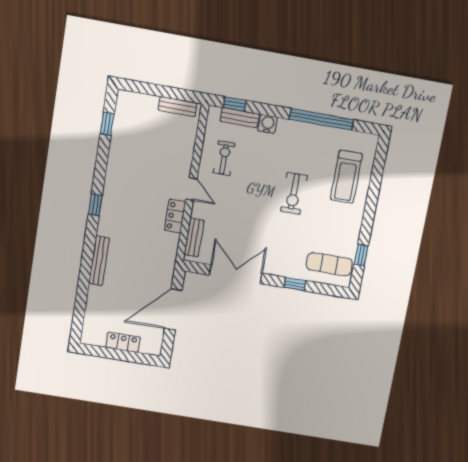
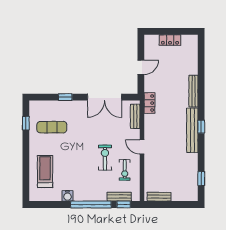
window: (321, 119) -> (91, 204), moved
water cooler: (268, 124) -> (68, 196), moved
exercise bike: (294, 193) -> (105, 158), moved
bench: (110, 201) -> (192, 130), added
locker: (175, 216) -> (149, 103), moved
exercise mat: (329, 264) -> (52, 127), moved
door: (173, 309) -> (141, 67), width x0.53

